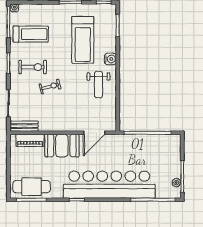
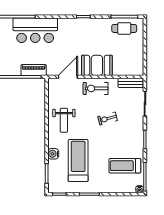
water cooler: (110, 59) -> (53, 154), moved
exercise bike: (33, 67) -> (95, 88), moved
weight bench: (98, 85) -> (64, 120), turned 180
piano: (30, 140) -> (34, 70), moved
bar counter: (109, 185) -> (35, 30), width x0.54
cafe table: (32, 187) -> (124, 28), width x0.73, depth x0.74

